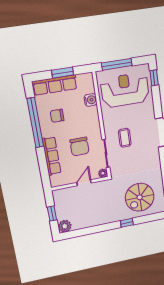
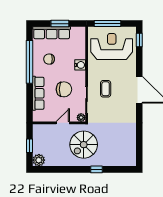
water cooler: (91, 100) -> (80, 65), moved
chair: (80, 147) -> (64, 89), turned -90
spiral stairs: (140, 197) -> (84, 145), moved

